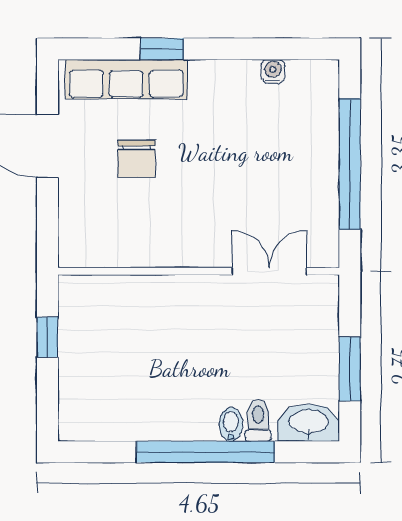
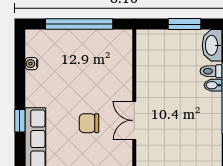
chair: (137, 159) -> (89, 123), moved, turned 180
double door: (269, 271) -> (134, 120), moved

